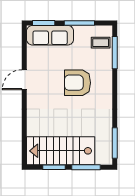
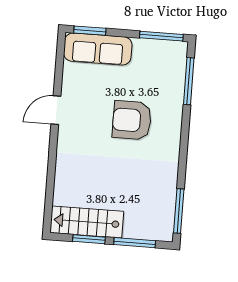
window: (79, 23) -> (161, 36), moved
coffee table: (101, 43) -> (170, 65), removed
stairs: (61, 151) -> (87, 222), width x0.73, depth x0.66

